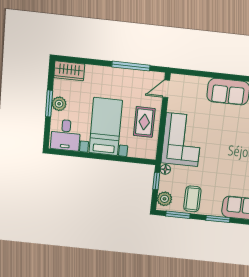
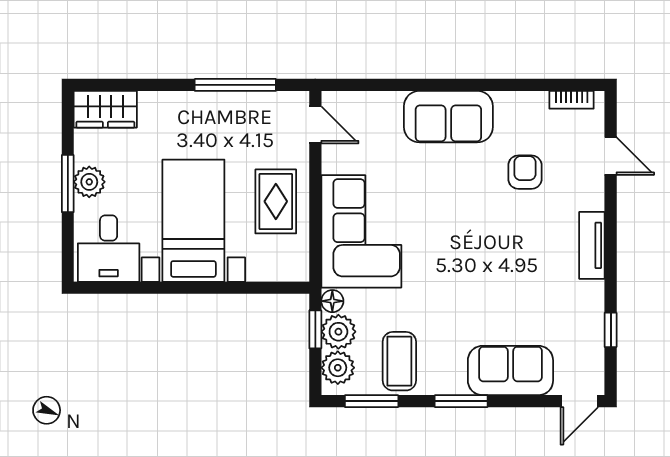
door: (166, 89) -> (315, 125), swing flipped
plant: (167, 183) -> (338, 332), added

